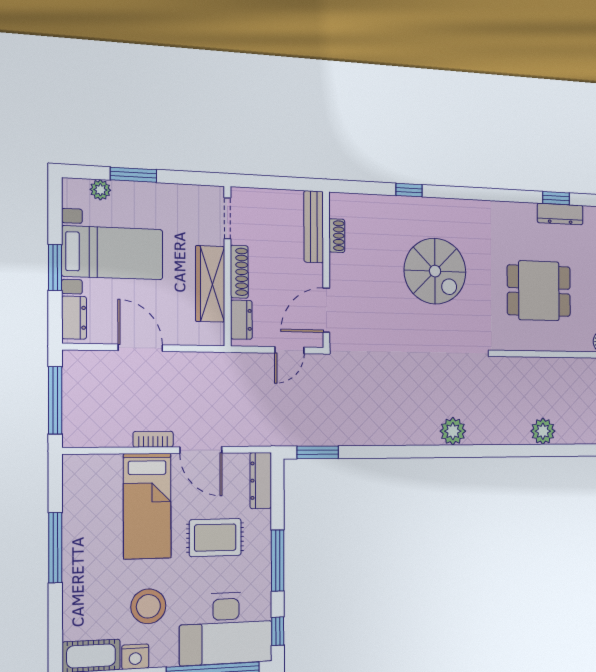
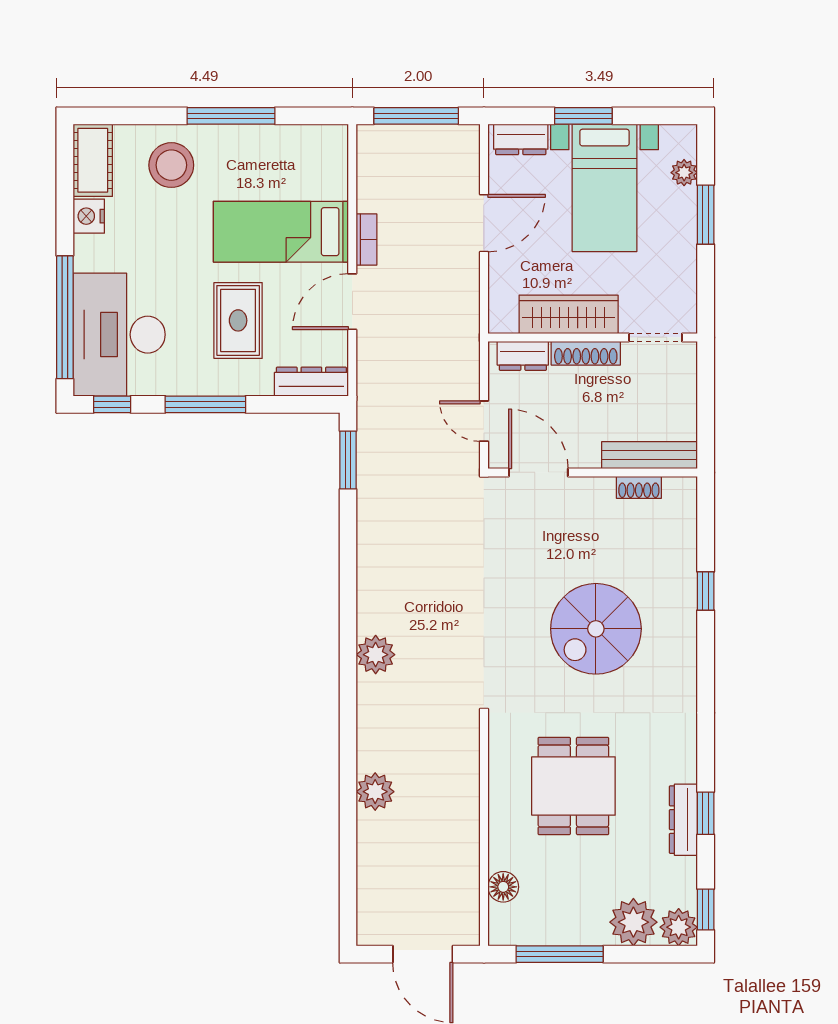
stool: (148, 606) -> (171, 165), moved

